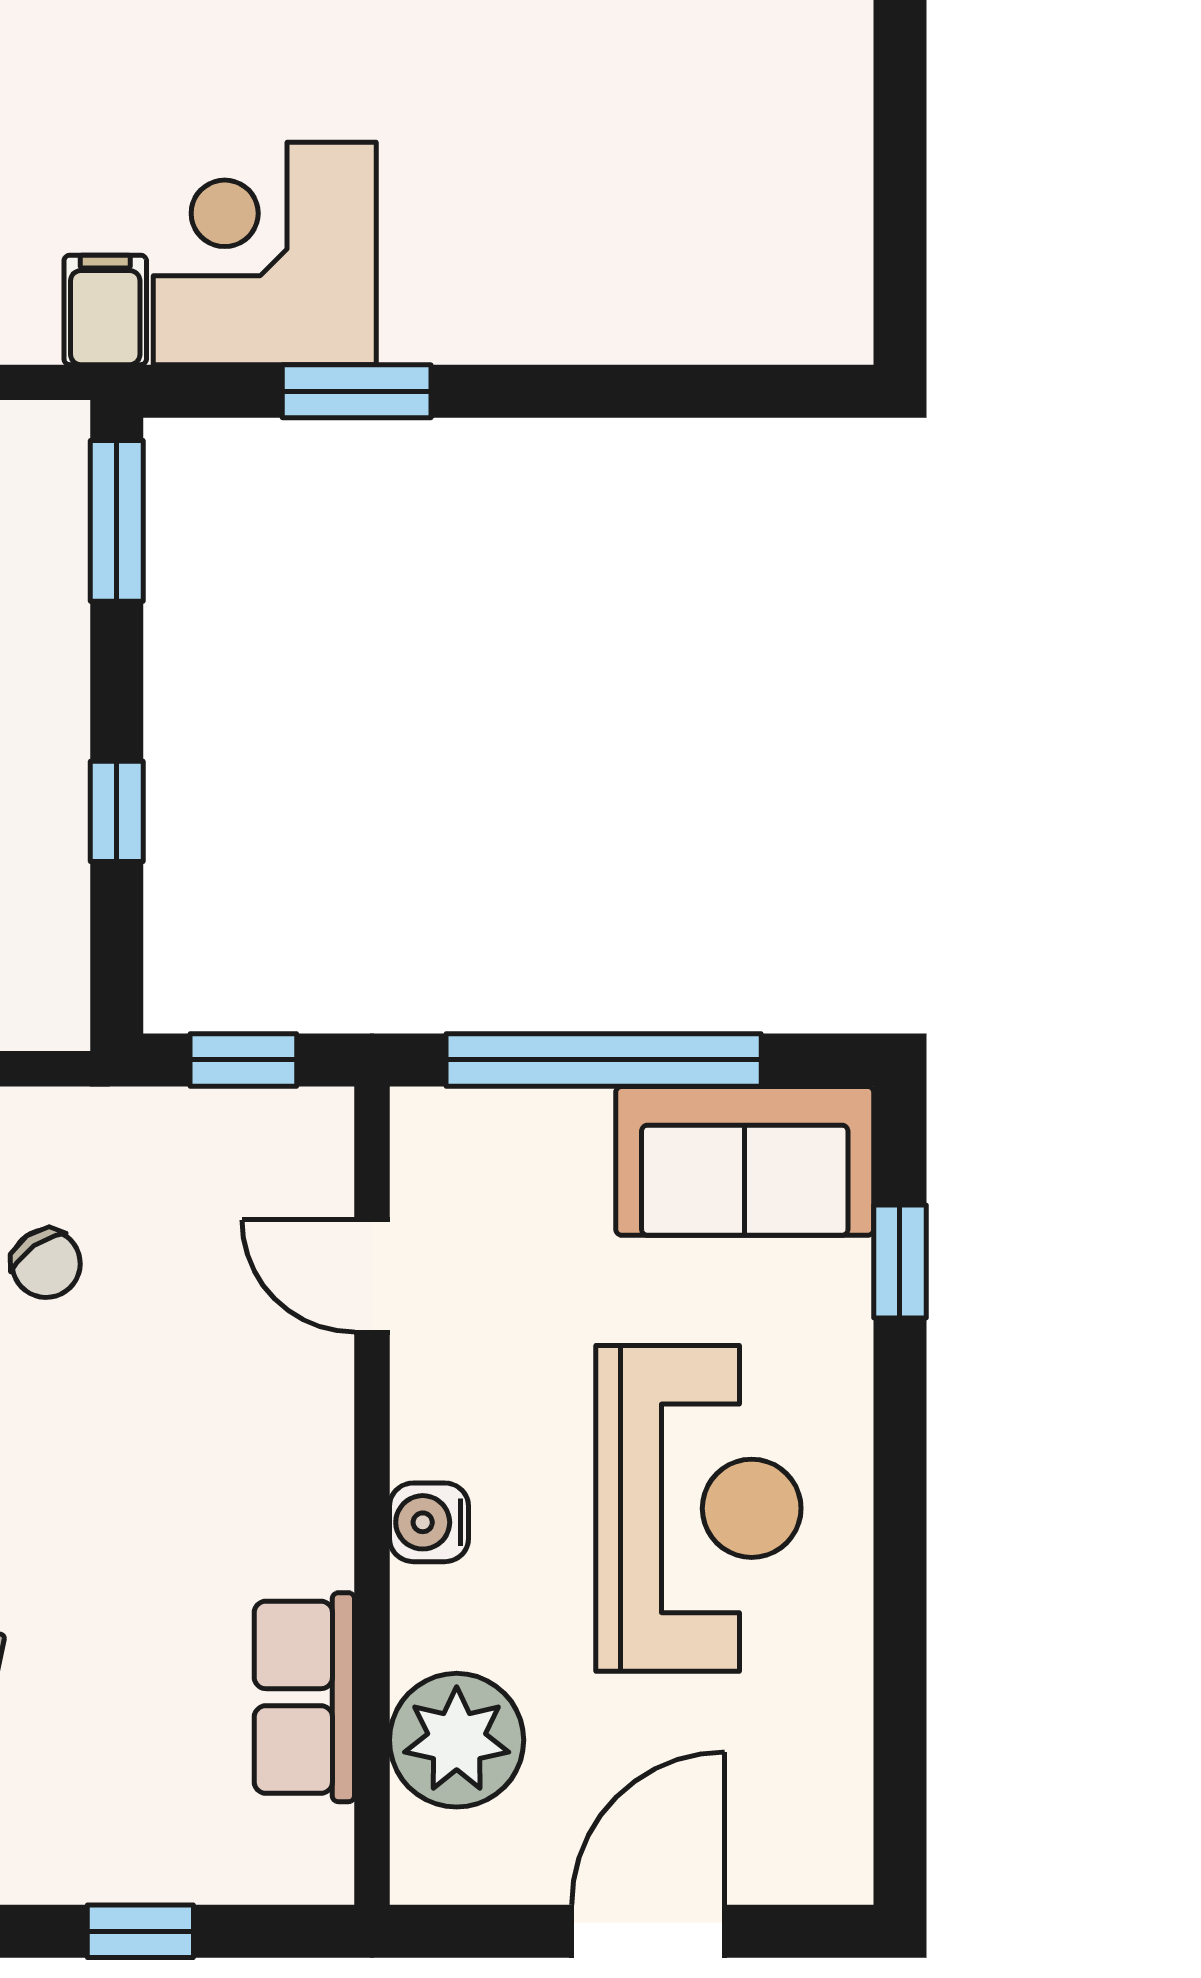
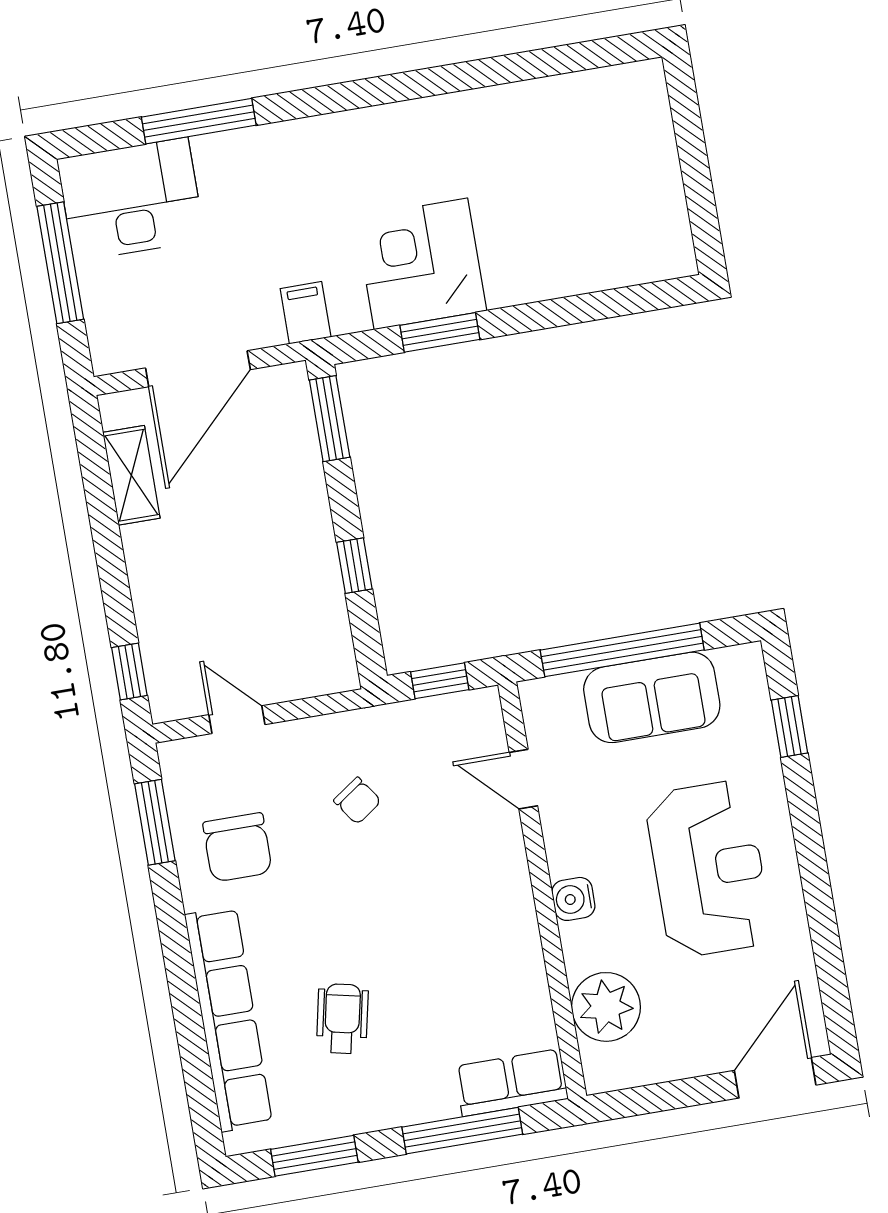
corner desk: (265, 253) -> (421, 264), moved
sofa: (745, 1161) -> (652, 697), moved
row of seats: (304, 1697) -> (511, 1083), moved, turned 90
window: (140, 1931) -> (462, 1131), width x2.17
door: (648, 1931) -> (775, 1078), moved

